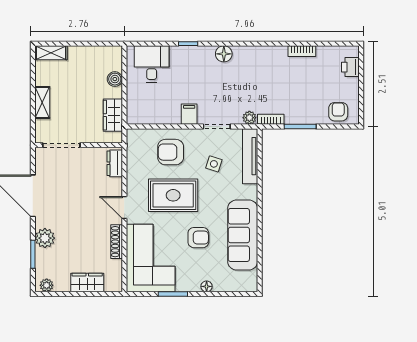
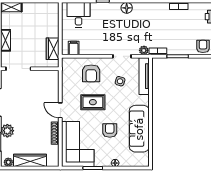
boiler: (115, 79) -> (54, 25), removed
filing cabinet: (189, 114) -> (74, 48), moved
armchair: (171, 152) -> (91, 73), turned -90
dresser: (115, 163) -> (54, 81), removed
rug: (173, 195) -> (93, 102), width x0.73, depth x0.70
armchair: (198, 238) -> (110, 130), turned -90
wardrobe: (87, 283) -> (30, 160), width x1.50

